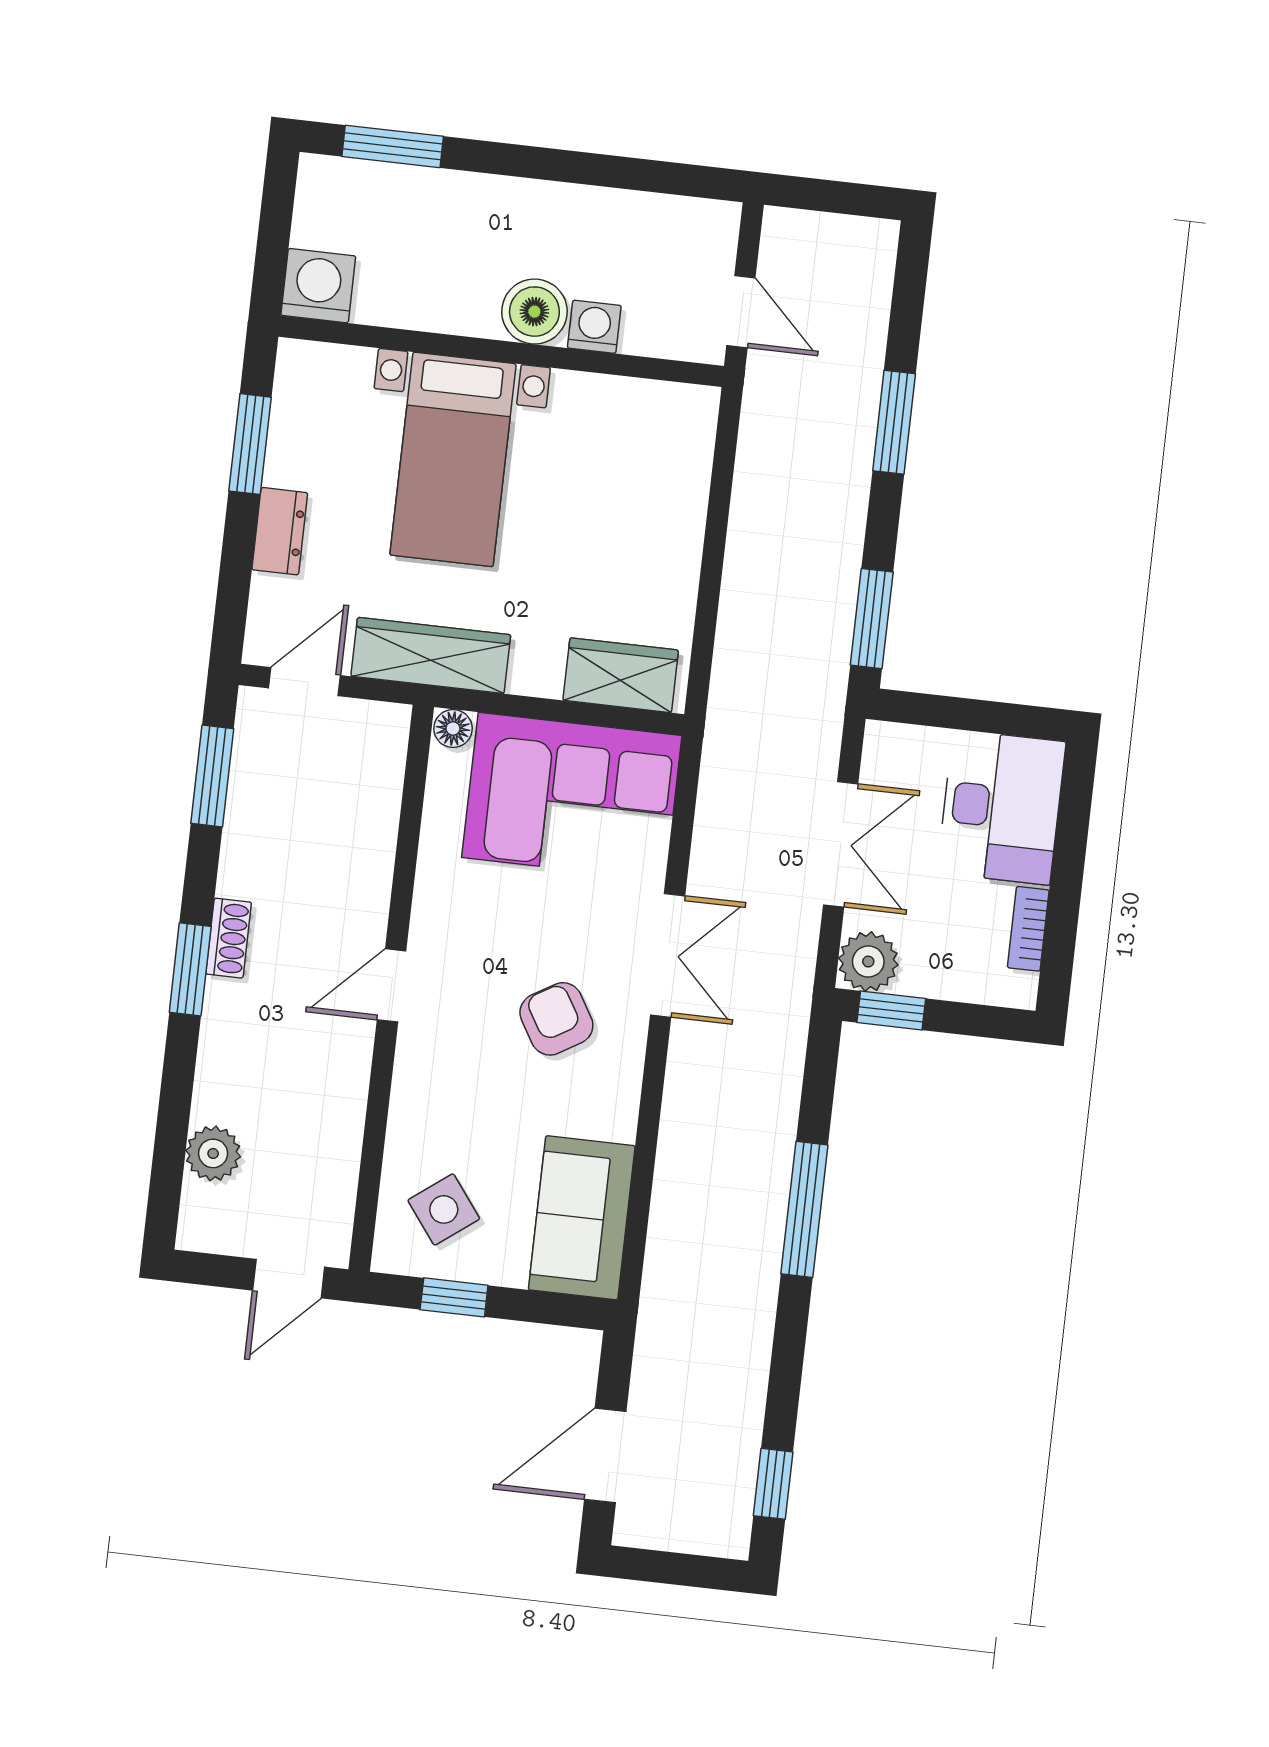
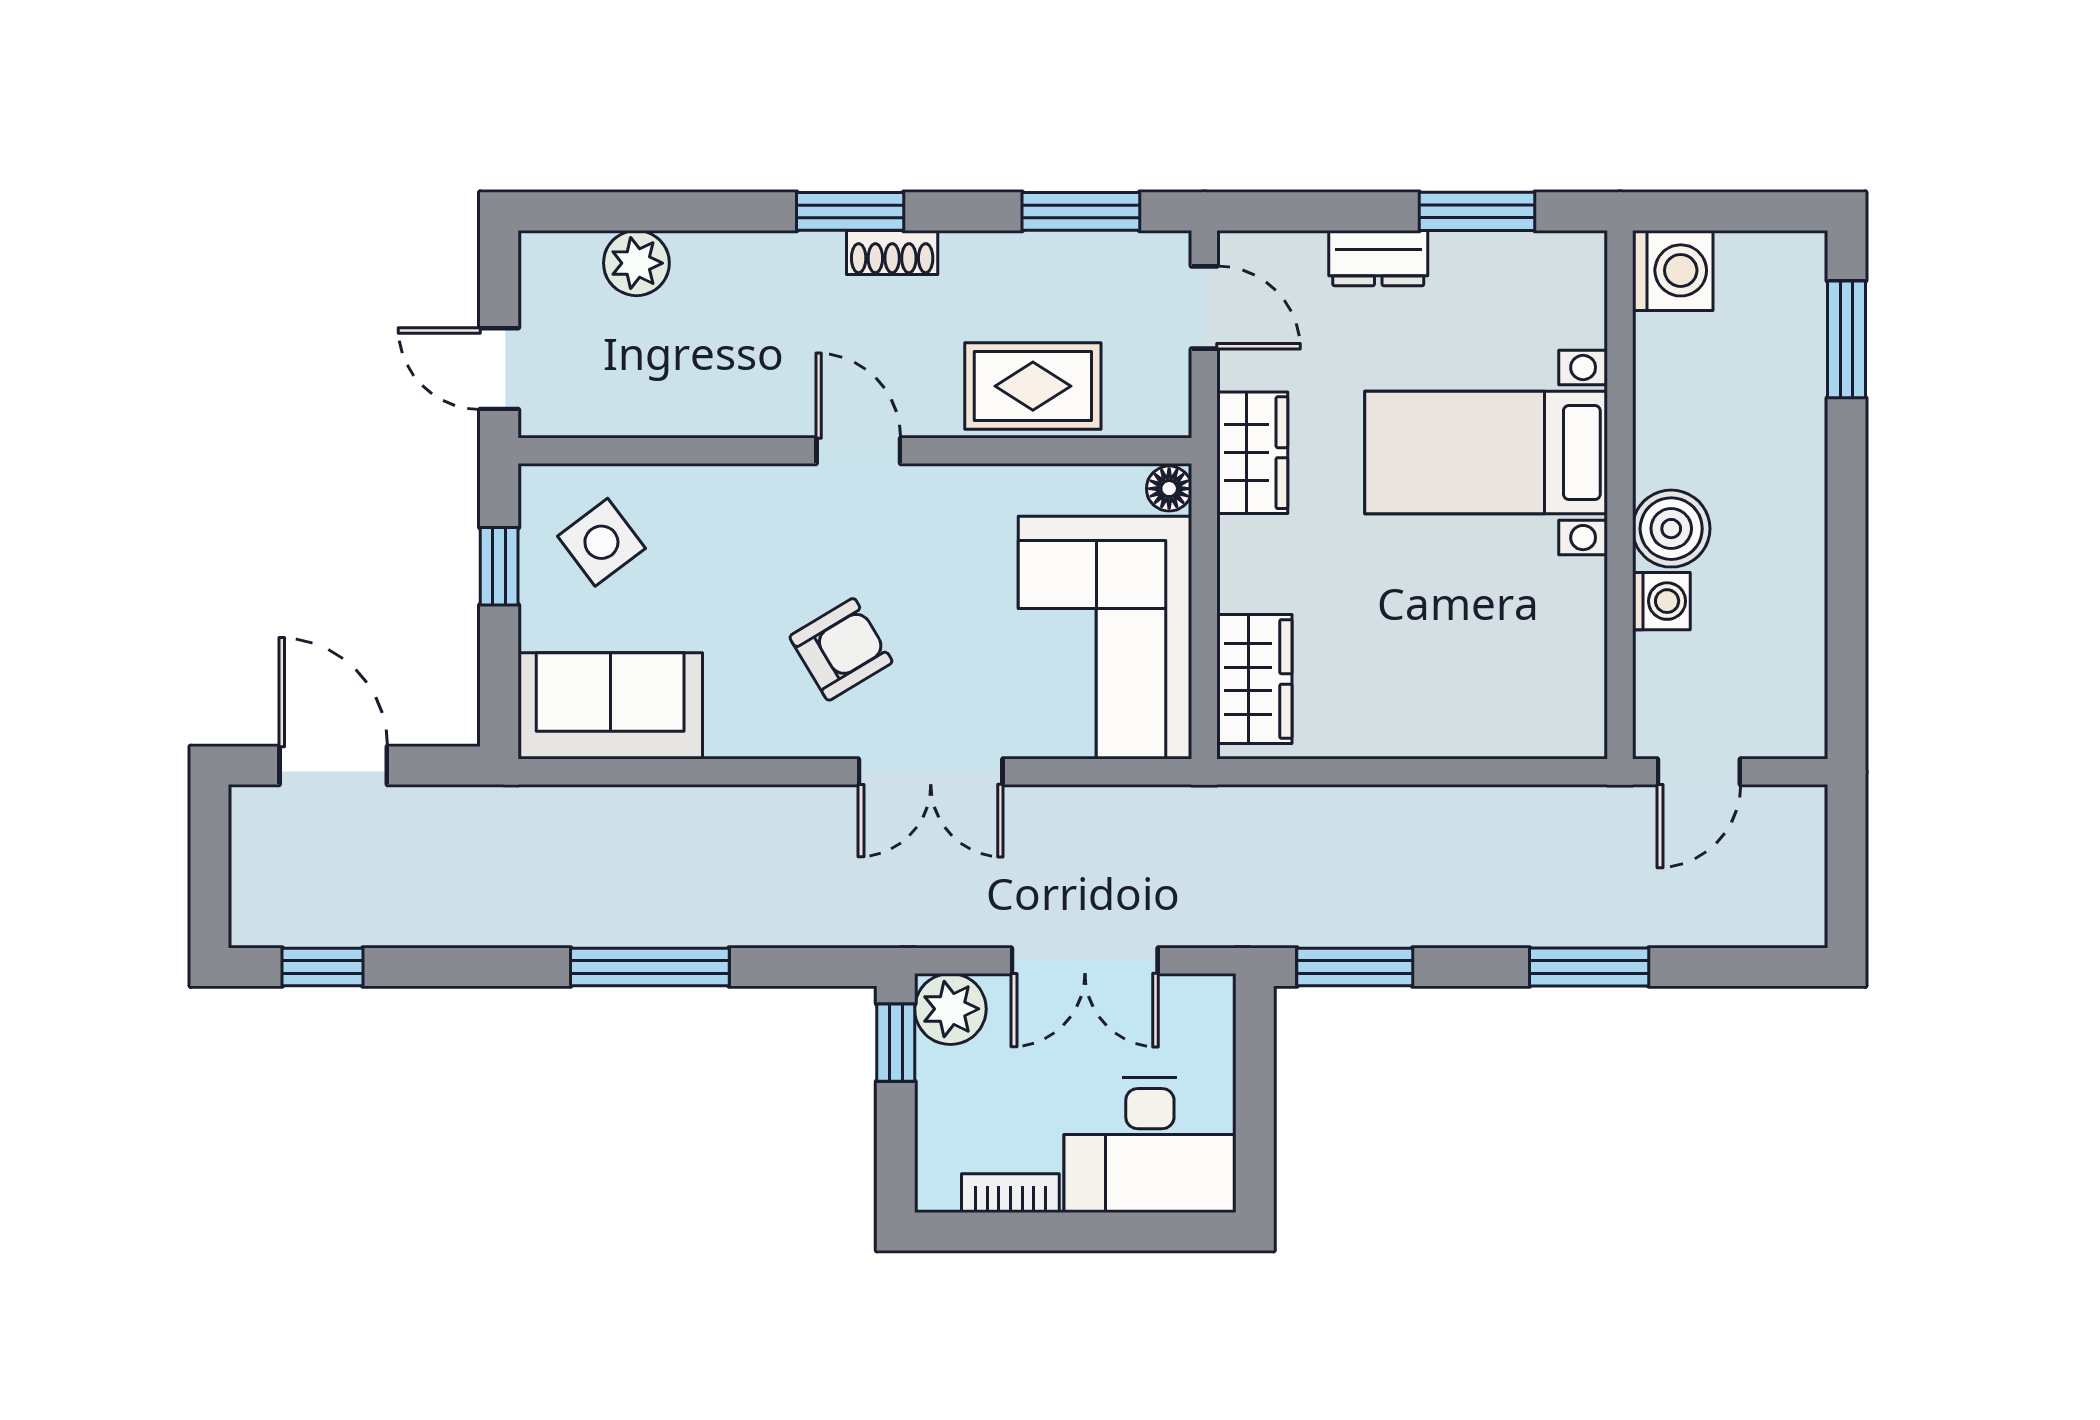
wardrobe: (431, 655) -> (1252, 453), width x0.67
rug: (354, 833) -> (1033, 386), added

